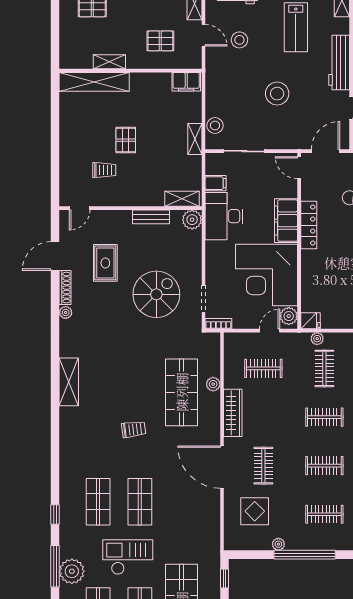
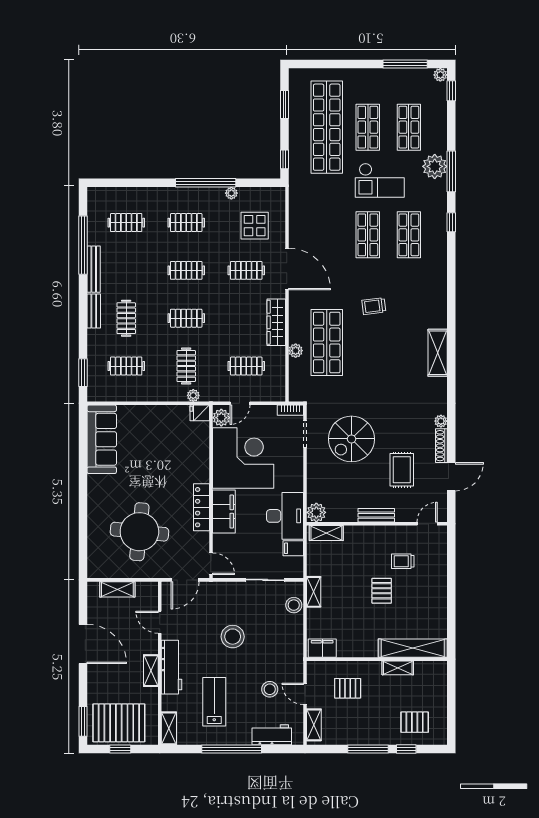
bench: (151, 217) -> (376, 515), moved
clothes rail: (263, 466) -> (246, 270), turned 90

